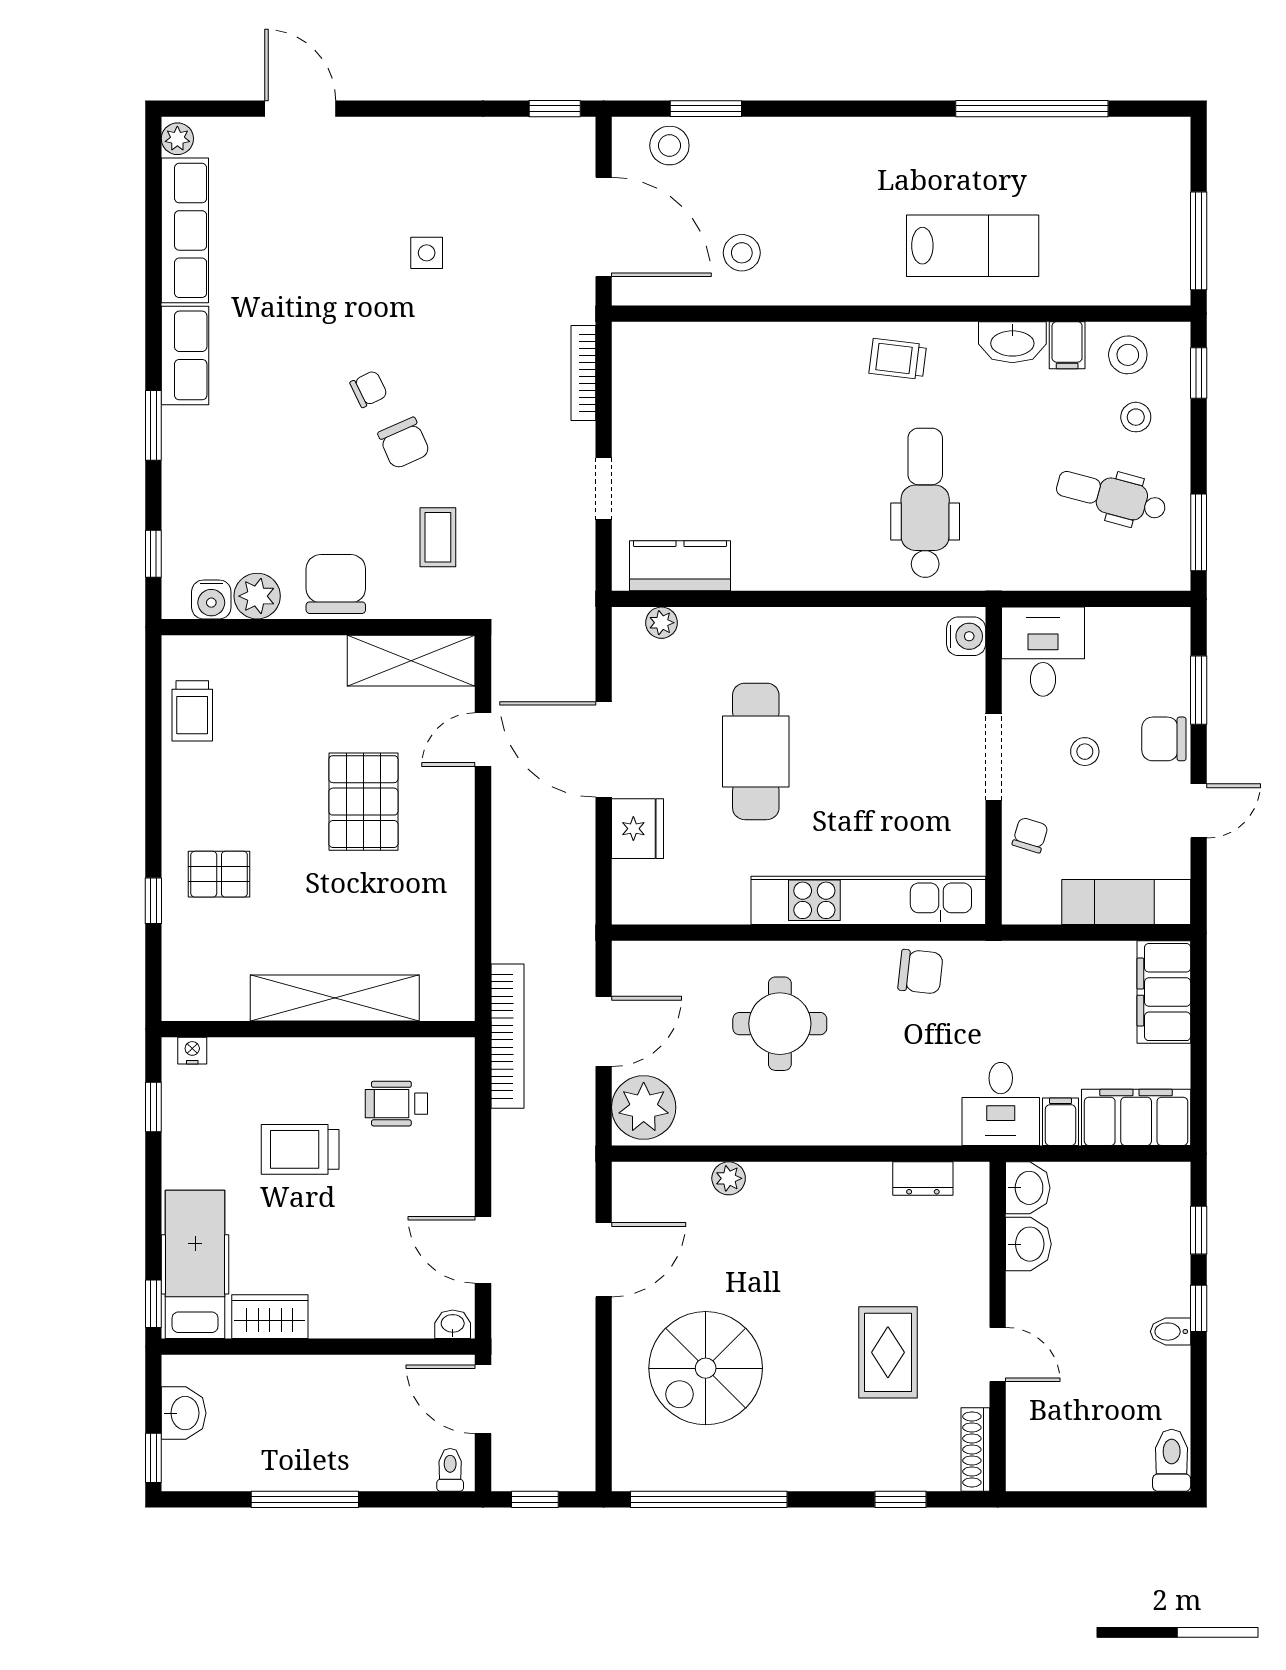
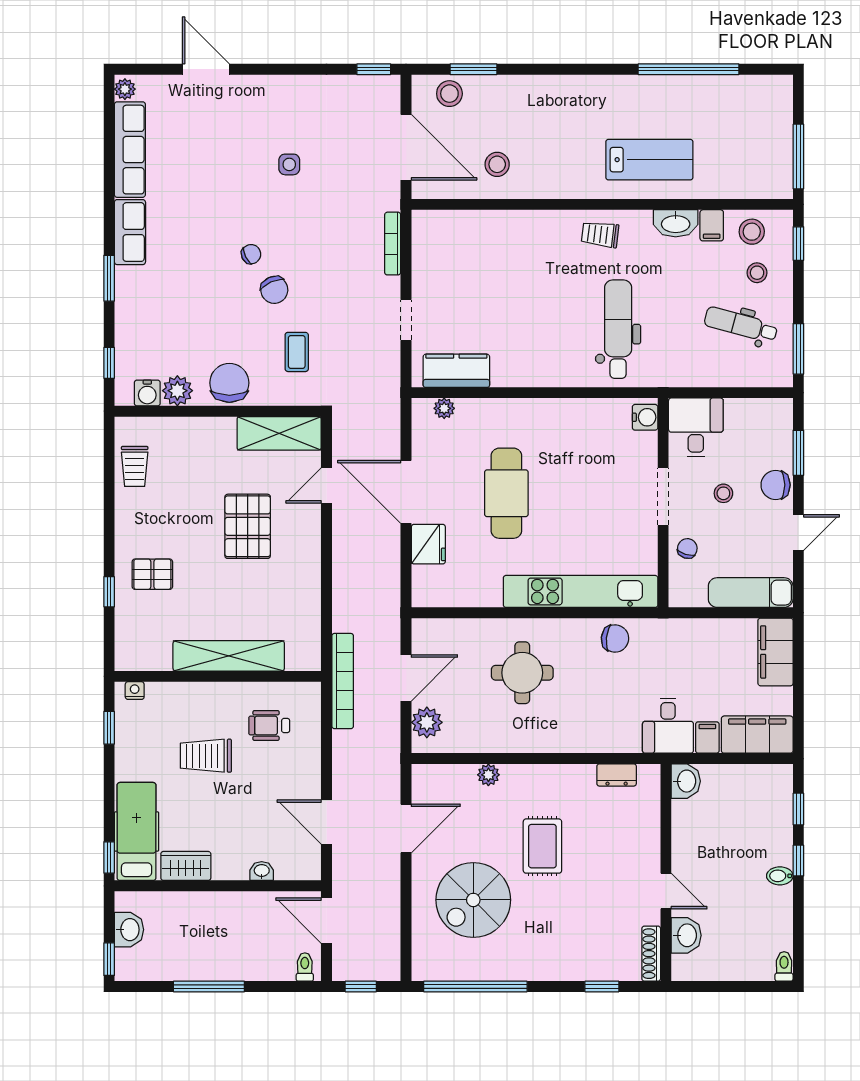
plant: (644, 1107) -> (427, 722), width x0.73, depth x0.73
washbasin: (1028, 1244) -> (686, 935), moved
washbasin: (453, 1324) -> (262, 871), moved
rug: (888, 1352) -> (542, 846), moved
toilet: (1172, 1460) -> (784, 966), width x0.73, depth x0.72

